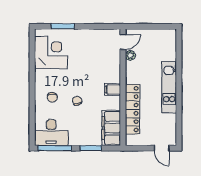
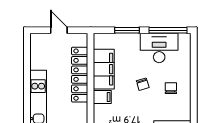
filing cabinet: (111, 128) -> (104, 69), moved
desk: (51, 133) -> (159, 48), moved
door: (162, 148) -> (59, 30), moved

